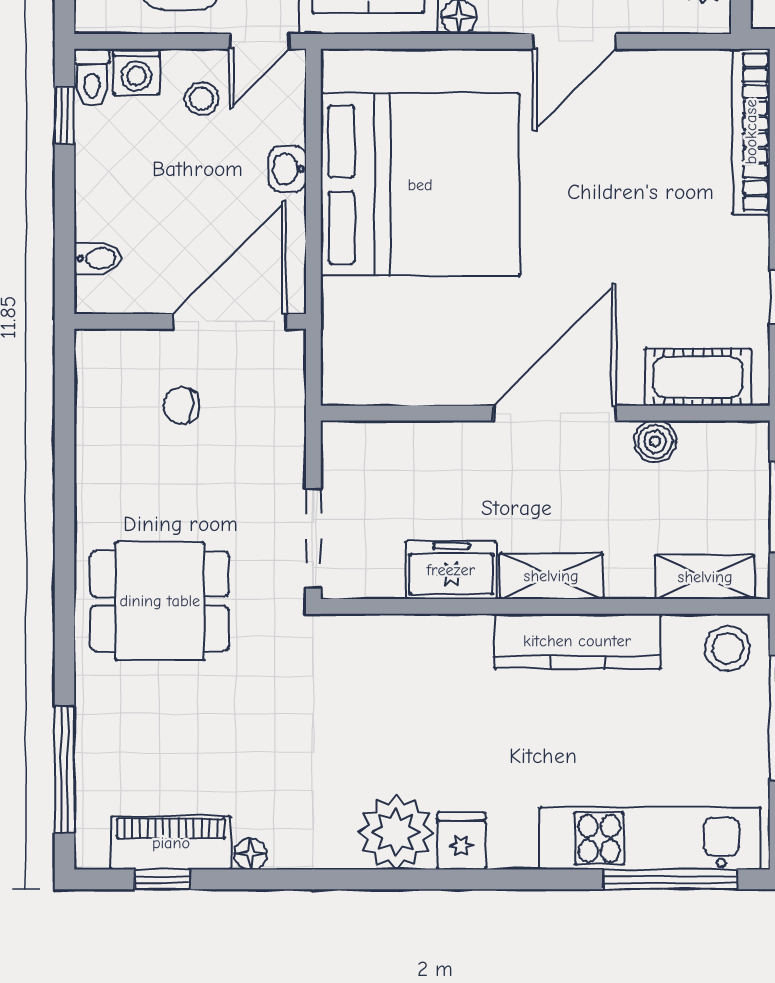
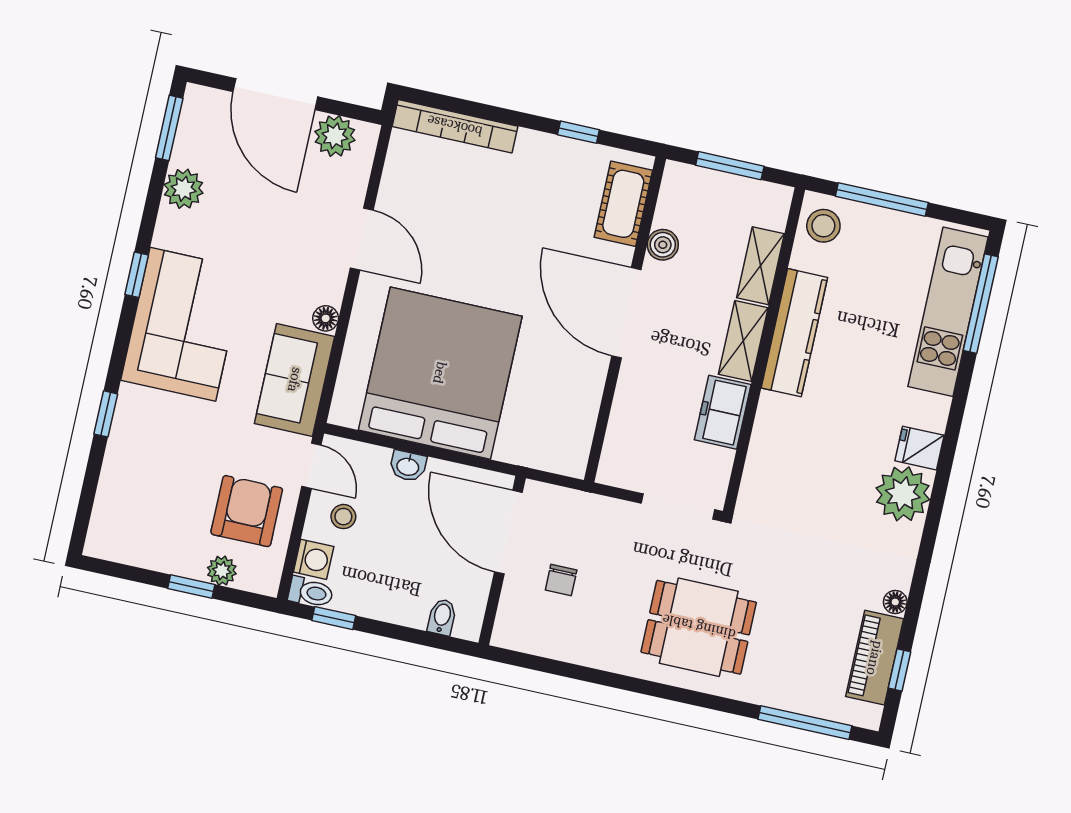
shelving: (705, 577) -> (761, 266), moved
dining table: (160, 601) -> (699, 627), turned 90

